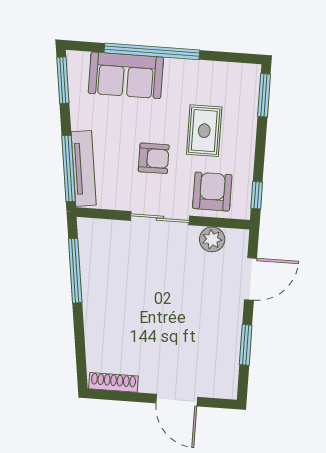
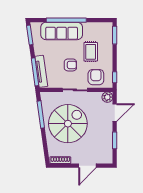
sofa: (126, 75) -> (62, 31), width x1.36
plant: (212, 239) -> (107, 97), moved
spiral stairs: (138, 297) -> (68, 124), added
door: (177, 400) -> (87, 166), hinge flipped

